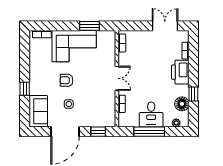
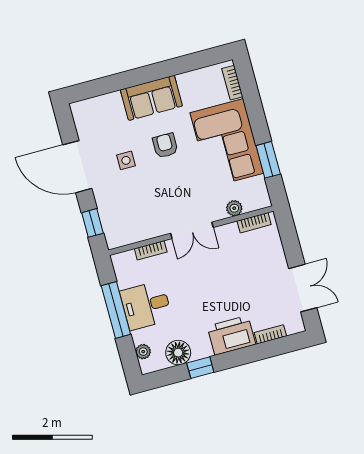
plant: (111, 52) -> (234, 208), added
window: (25, 89) -> (132, 78), removed
sofa: (38, 111) -> (151, 98), moved

